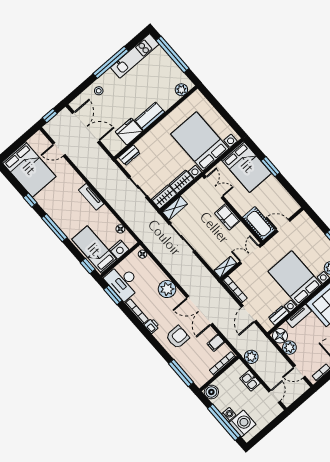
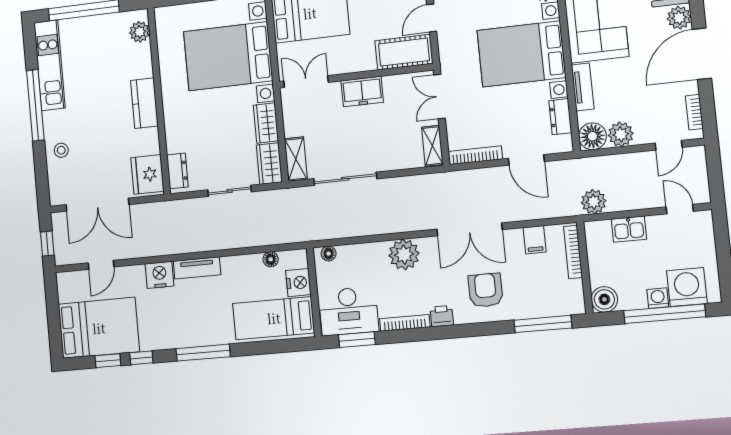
double door: (86, 127) -> (97, 205), swing flipped
fridge: (129, 132) -> (147, 174), moved
nightstand: (75, 181) -> (160, 275), added
window: (88, 266) -> (108, 361), moved

